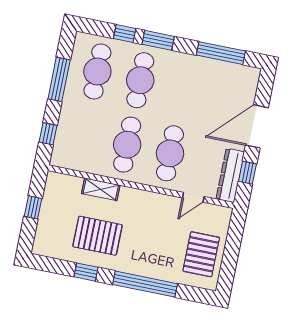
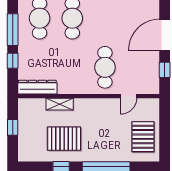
window: (48, 134) -> (13, 61), moved
cafe table: (127, 145) -> (72, 67), removed
dresser: (230, 175) -> (37, 87), moved, turned 90

